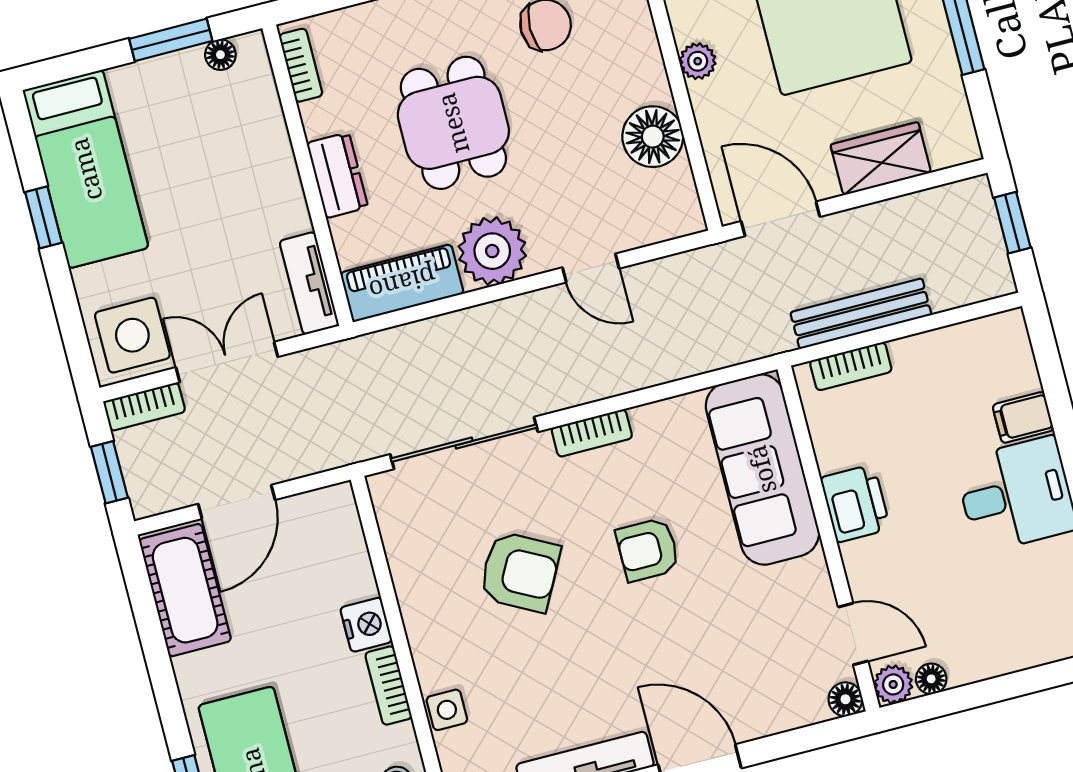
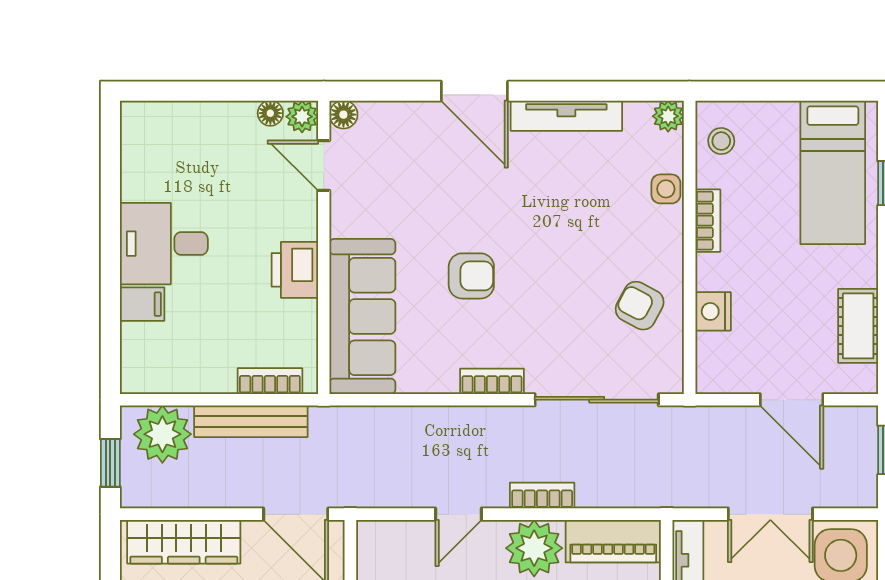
wardrobe: (881, 159) -> (184, 542), width x1.50
door: (591, 268) -> (458, 514), swing flipped
plant: (960, 272) -> (162, 434), added
bookcase: (144, 407) -> (542, 495), moved
door: (237, 502) -> (792, 400), swing flipped
armchair: (520, 572) -> (640, 306), moved, width x0.72, depth x0.72
cot: (185, 590) -> (858, 326), width x0.73, depth x0.75
nightstand: (366, 625) -> (713, 311), moved

